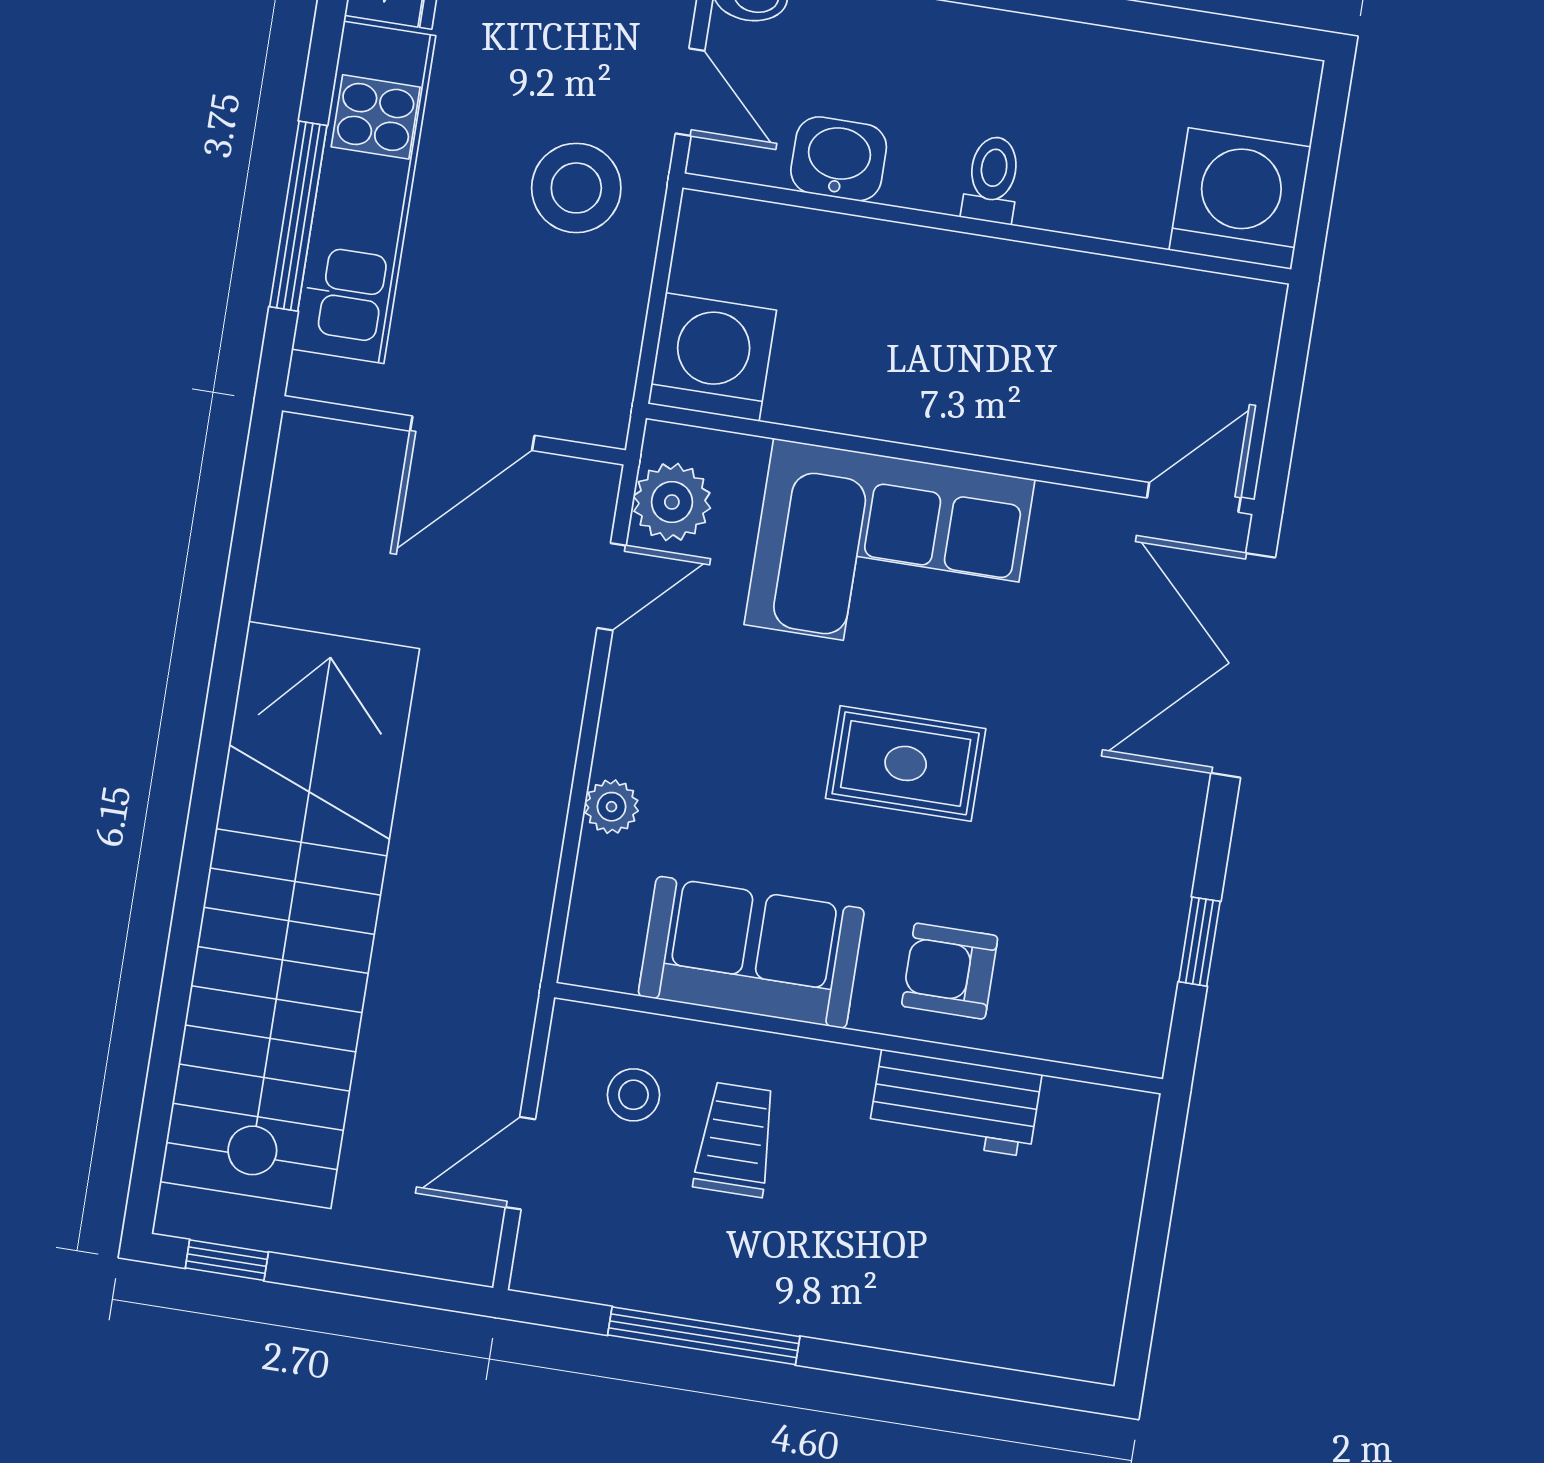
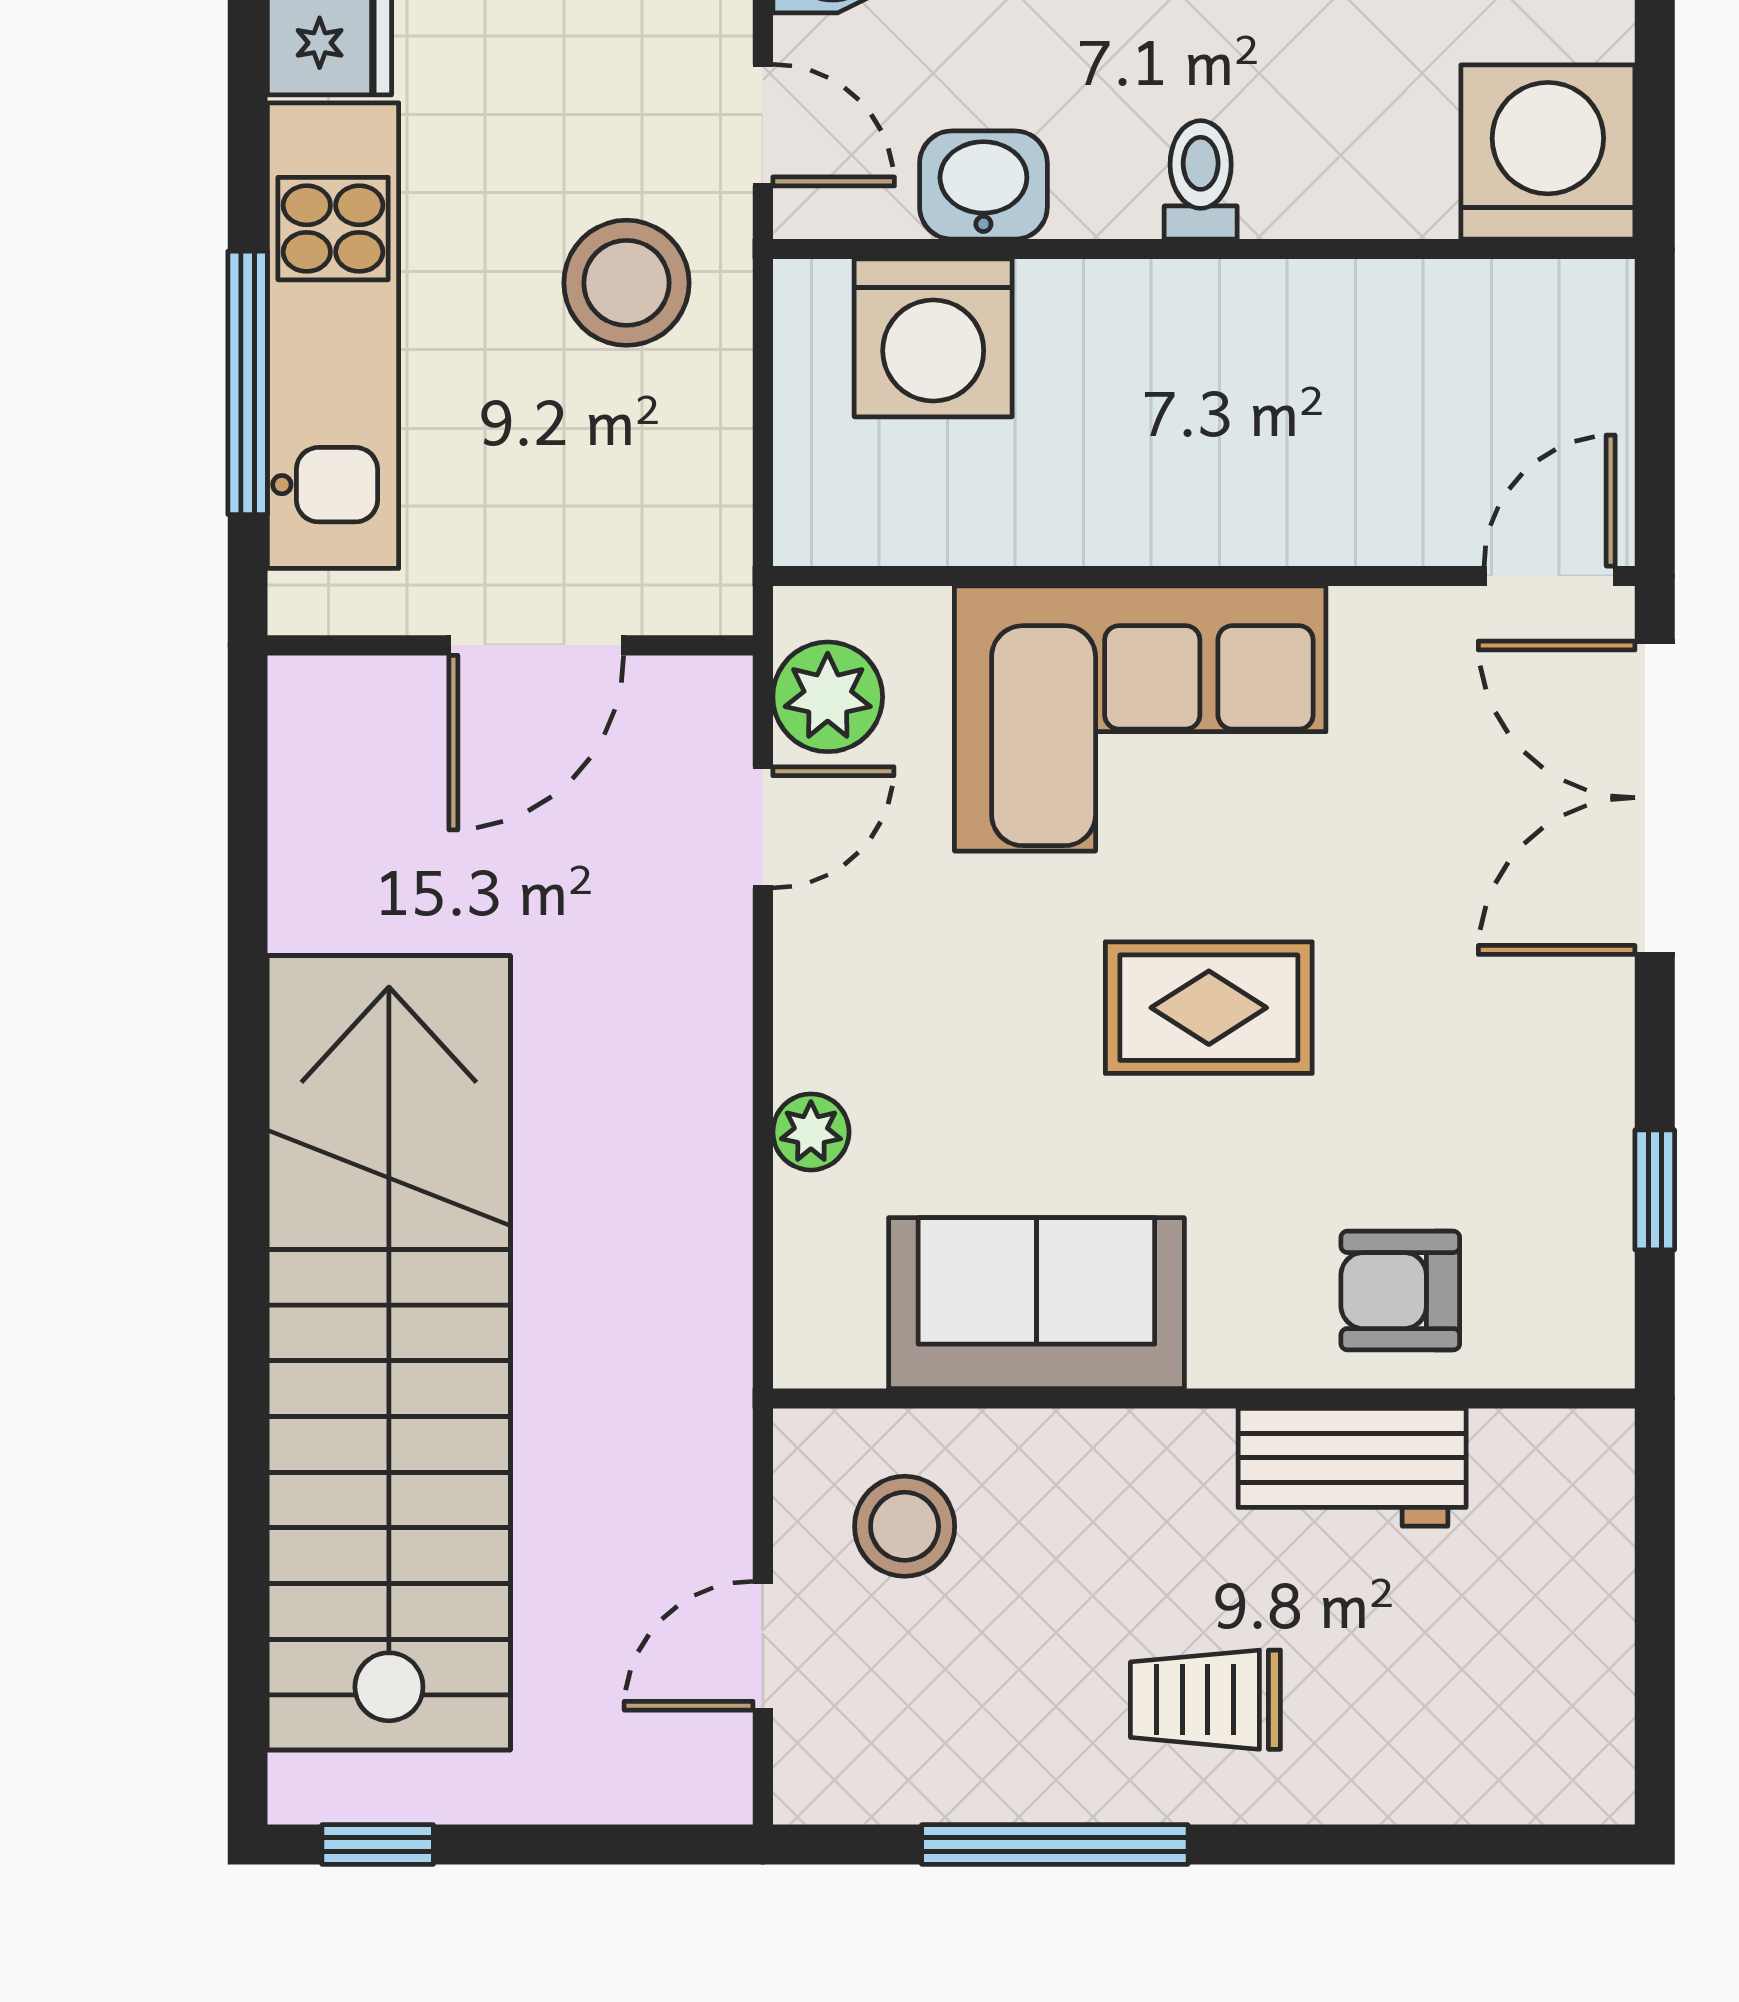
washing machine: (712, 357) -> (933, 338), moved, turned 180
armchair: (950, 971) -> (1400, 1291), moved
stool: (633, 1095) -> (905, 1526), width x1.37, depth x1.37
trolley: (736, 1140) -> (1205, 1700), moved, turned -90

